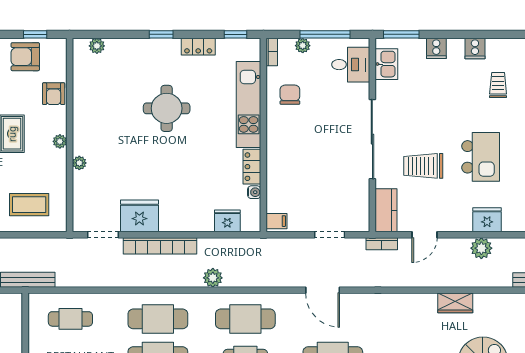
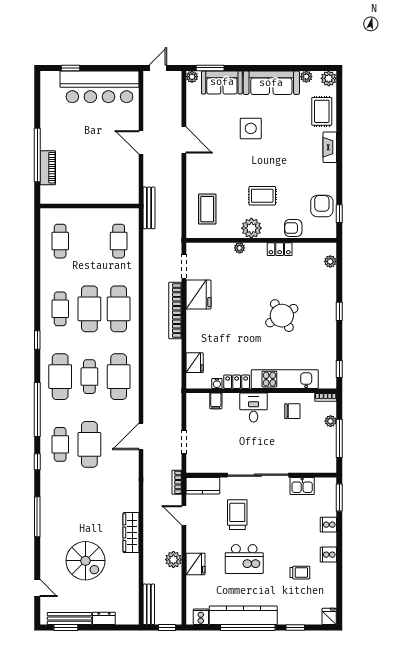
locker: (198, 47) -> (280, 249), moved, turned -90
kitchen sink: (386, 64) -> (302, 486), moved
desk: (351, 65) -> (254, 407), moved, turned 180
round table: (167, 108) -> (282, 316), turned -31
plant: (60, 141) -> (251, 228), width x1.88, depth x1.88
filing cabinet: (277, 221) -> (216, 401), moved
plant: (213, 278) -> (151, 351), removed
wardrobe: (455, 303) -> (131, 533), width x1.50

